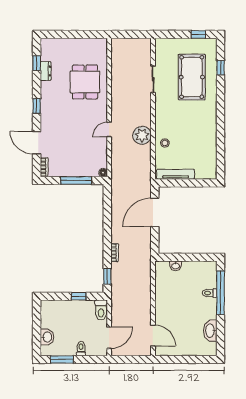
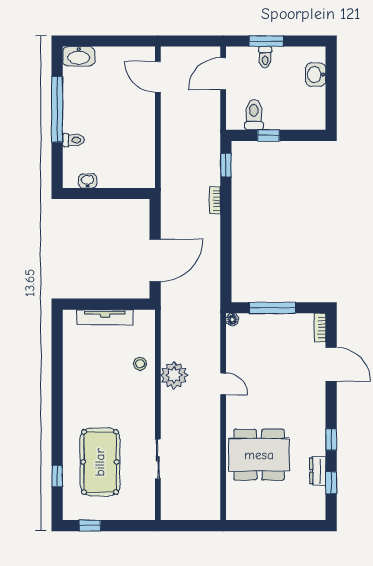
dining table: (85, 82) -> (259, 455), width x1.38
window: (37, 106) -> (331, 440), moved
door: (109, 129) -> (223, 384), hinge flipped
tv unit: (176, 174) -> (105, 317), moved
washbasin: (176, 266) -> (88, 181), moved
window: (221, 293) -> (57, 109), moved
toilet: (101, 310) -> (254, 115), moved
washbasin: (210, 331) -> (79, 56), moved, turned 90
window: (62, 360) -> (266, 41), moved

